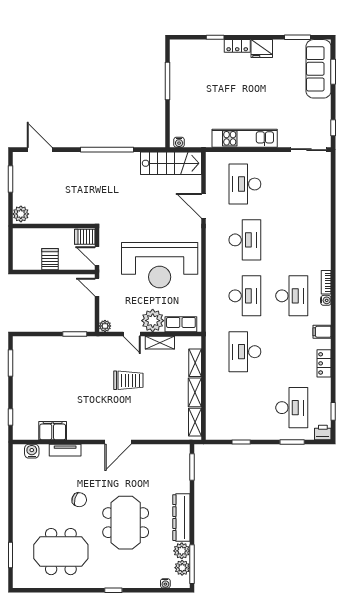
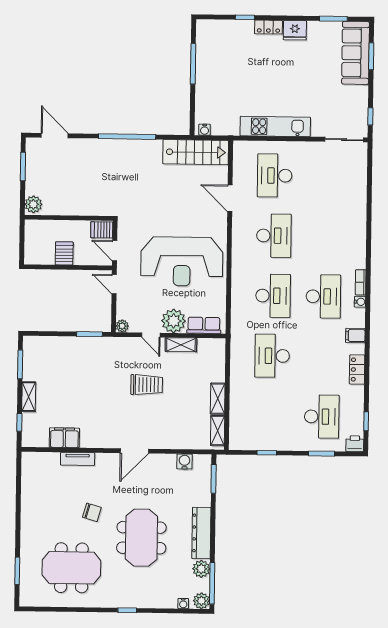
shelving: (195, 363) -> (29, 397), moved
water cooler: (32, 451) -> (185, 462), moved
plant: (182, 568) -> (201, 601), moved

